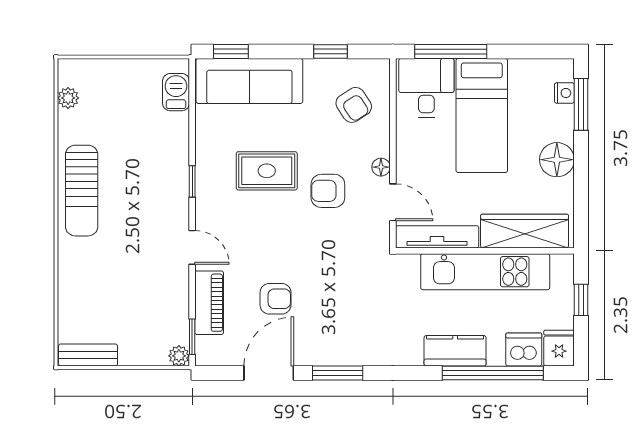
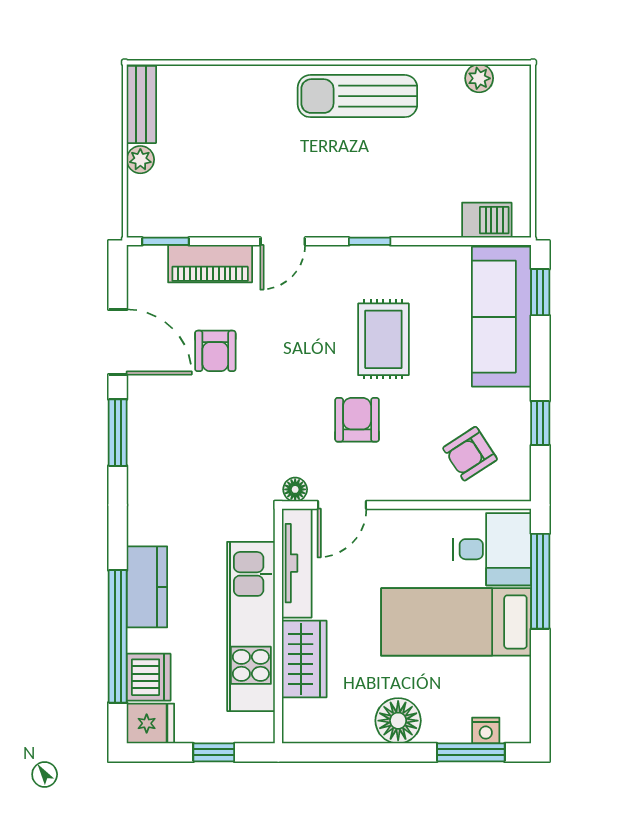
floor lamp: (381, 167) -> (295, 489), moved
wardrobe: (525, 231) -> (304, 659), width x0.67
plant: (179, 356) -> (140, 160), moved

